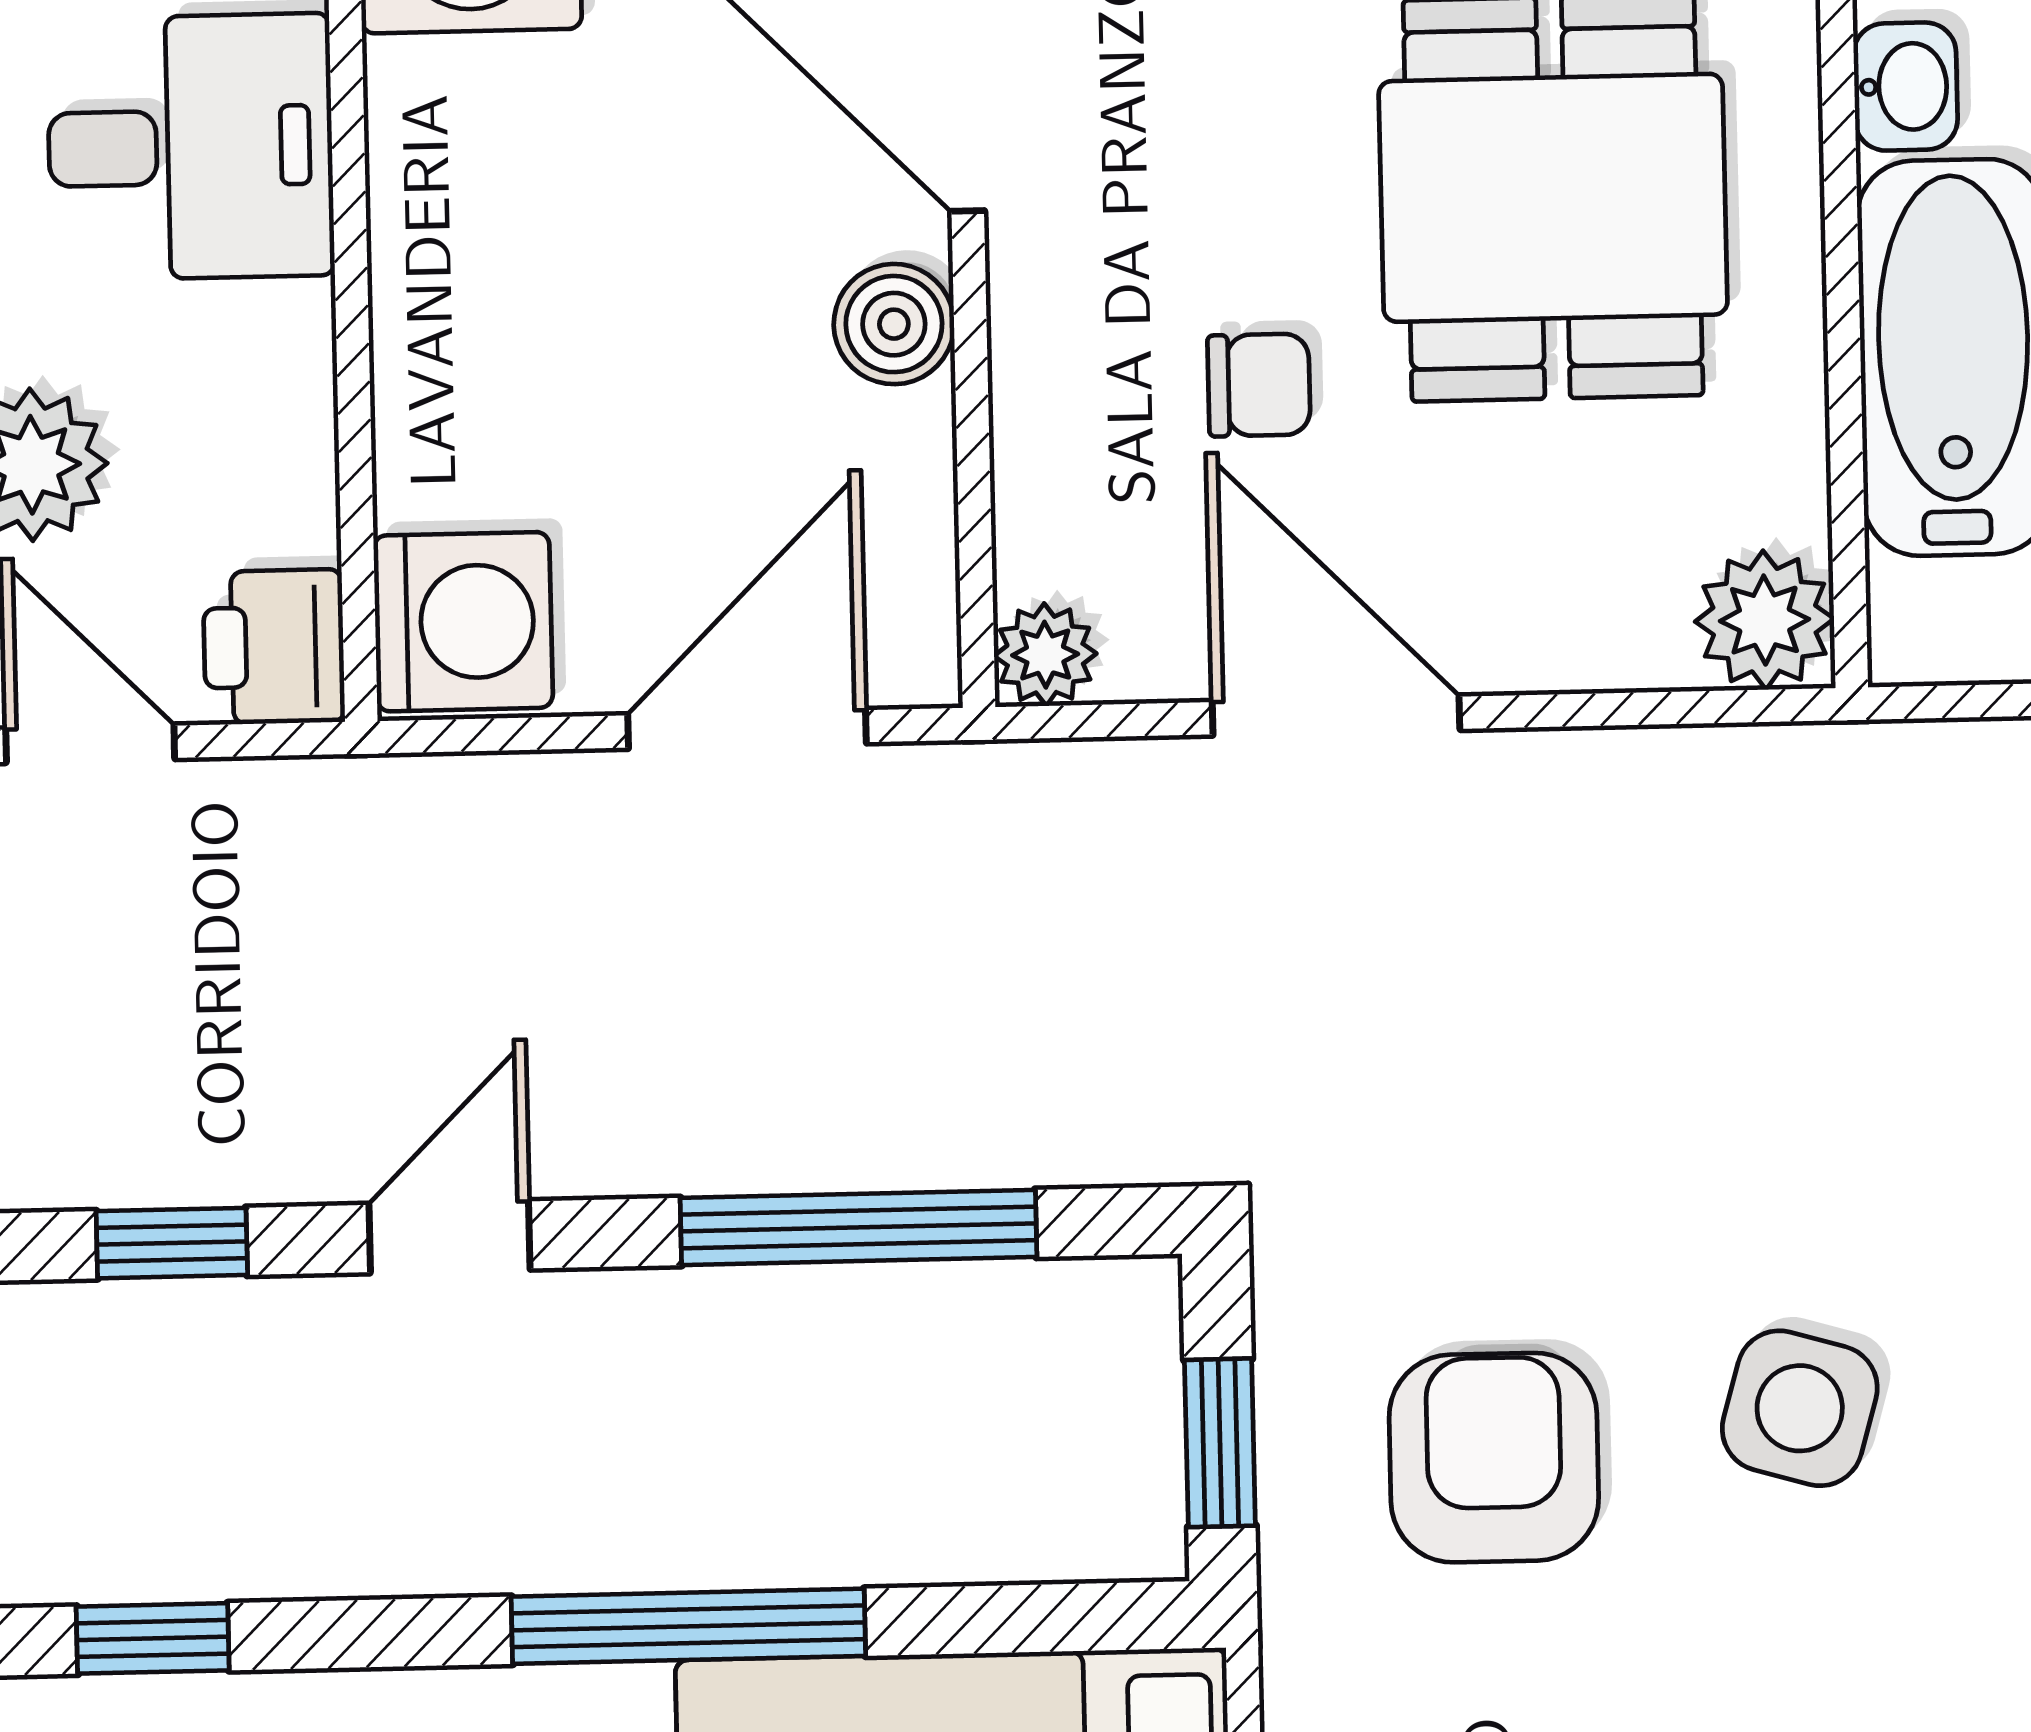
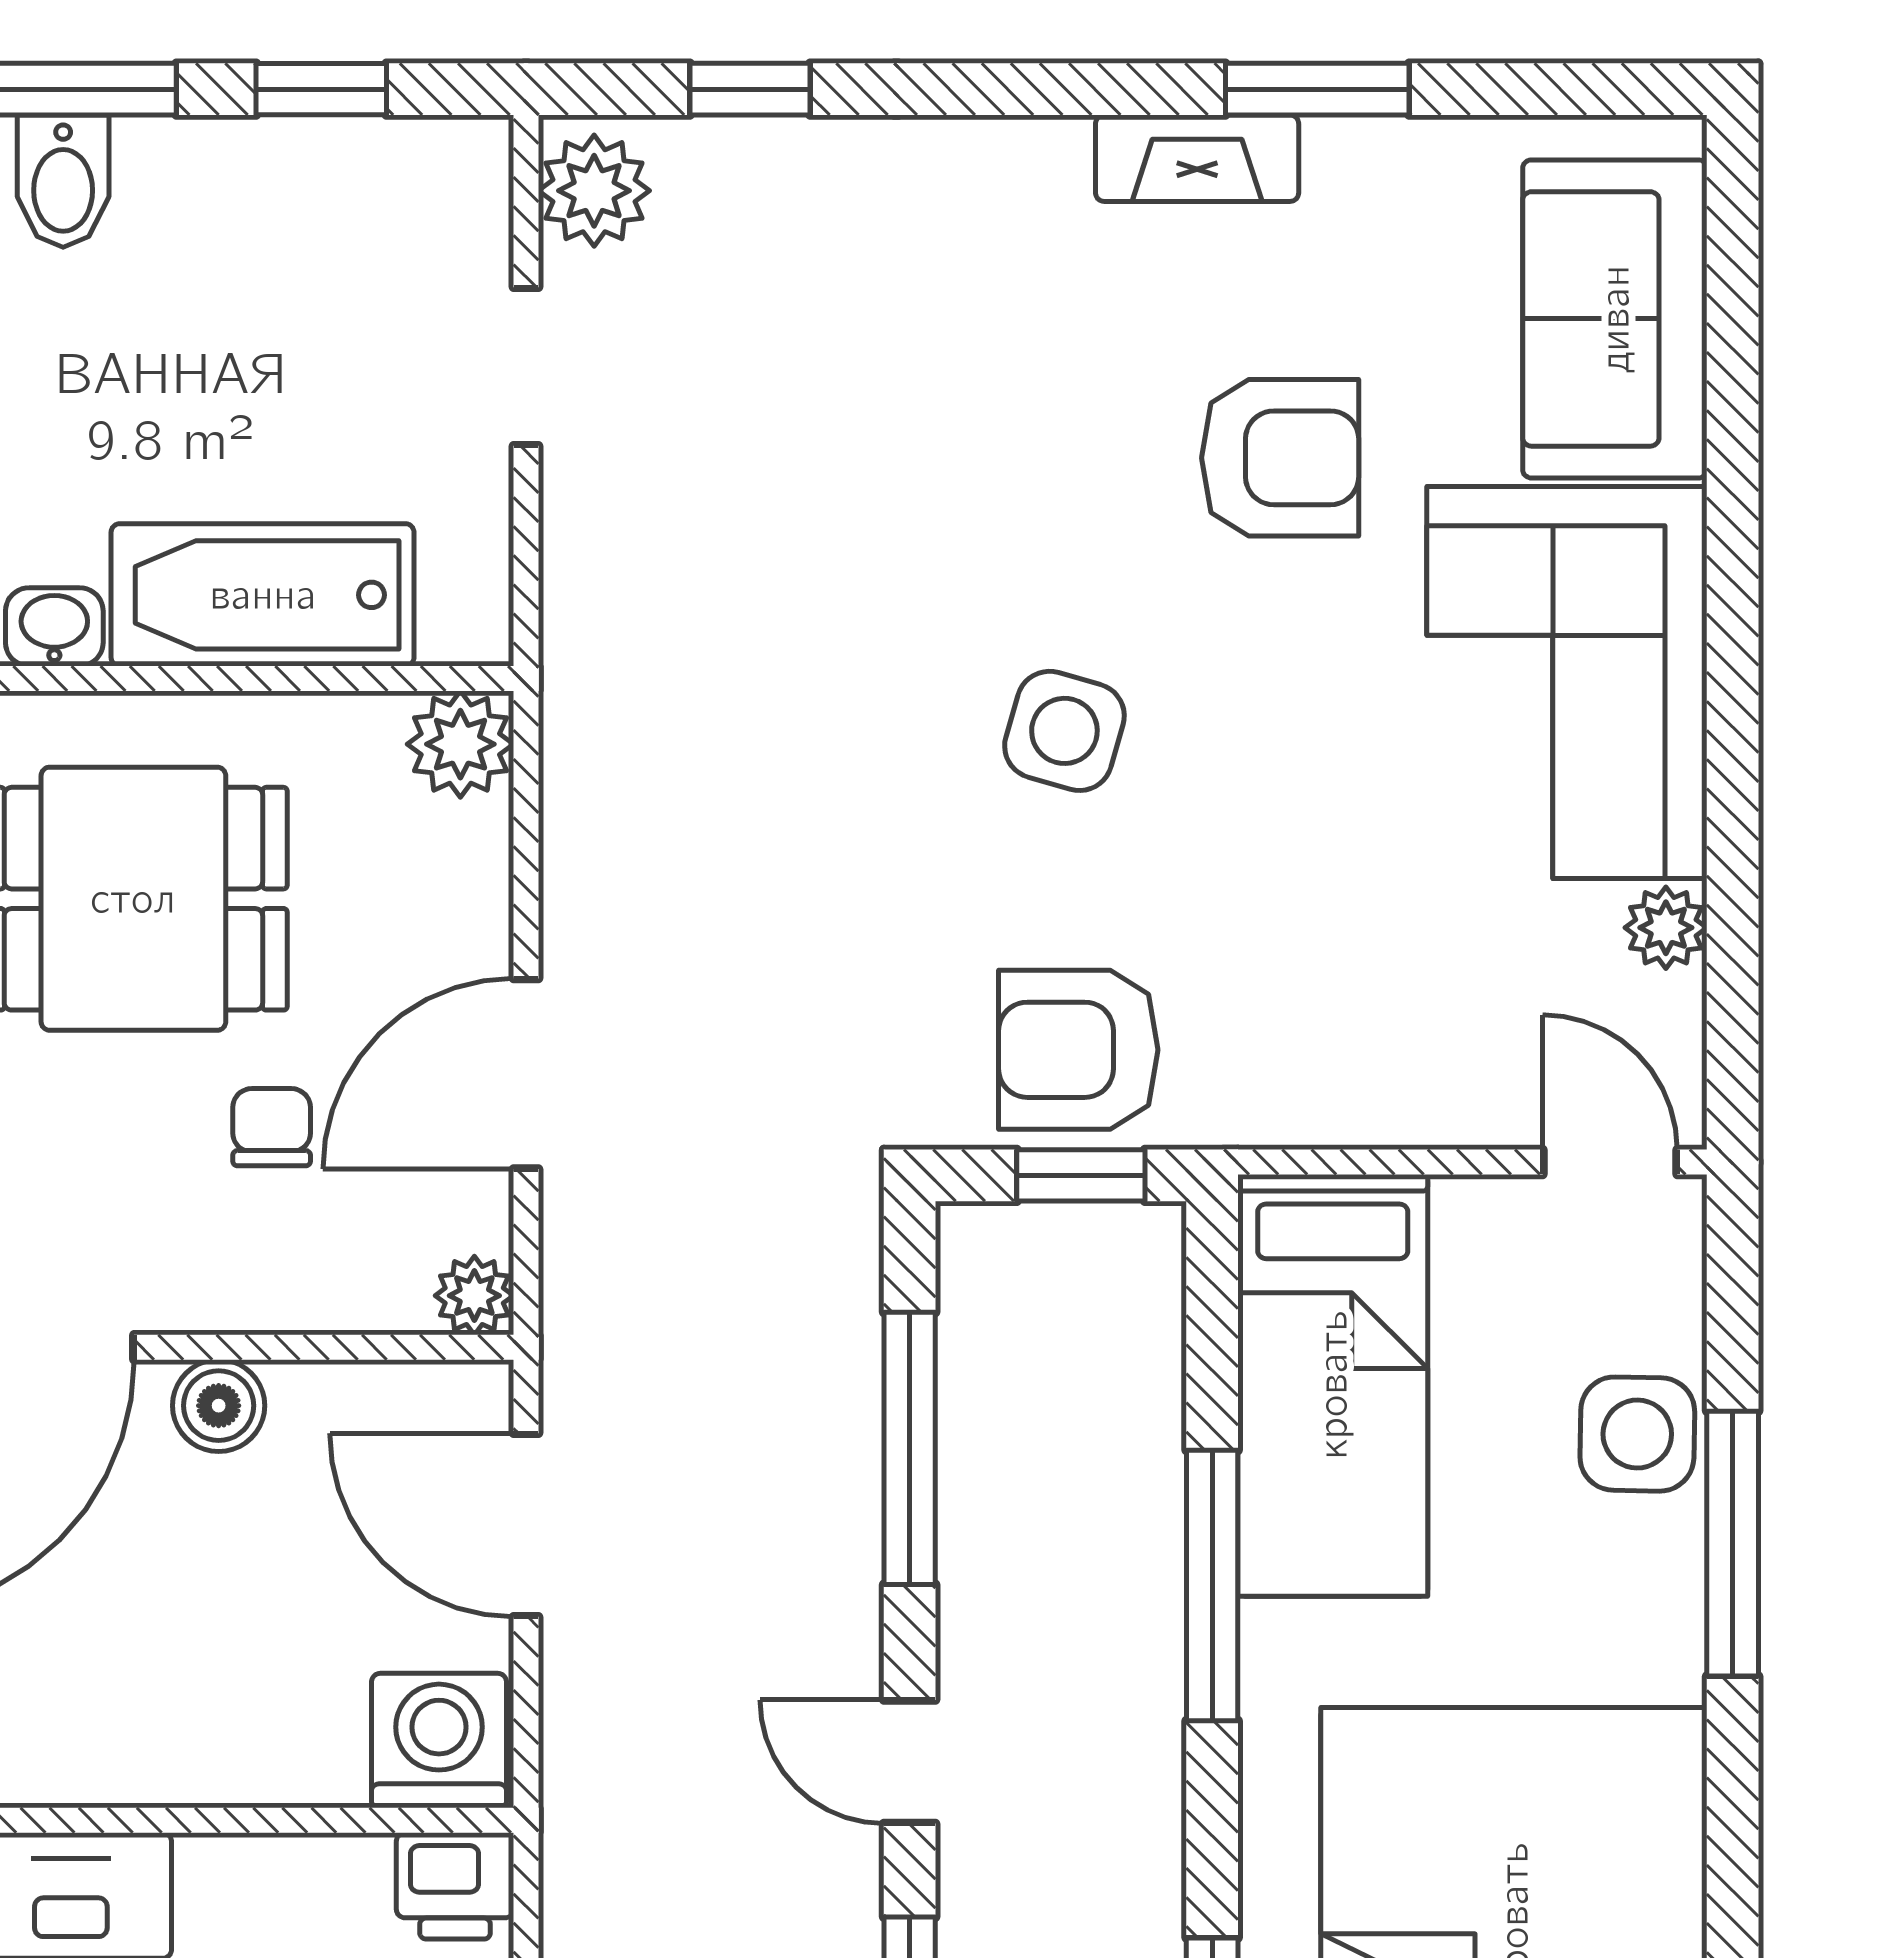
armchair: (1494, 1458) -> (1078, 1050), moved

